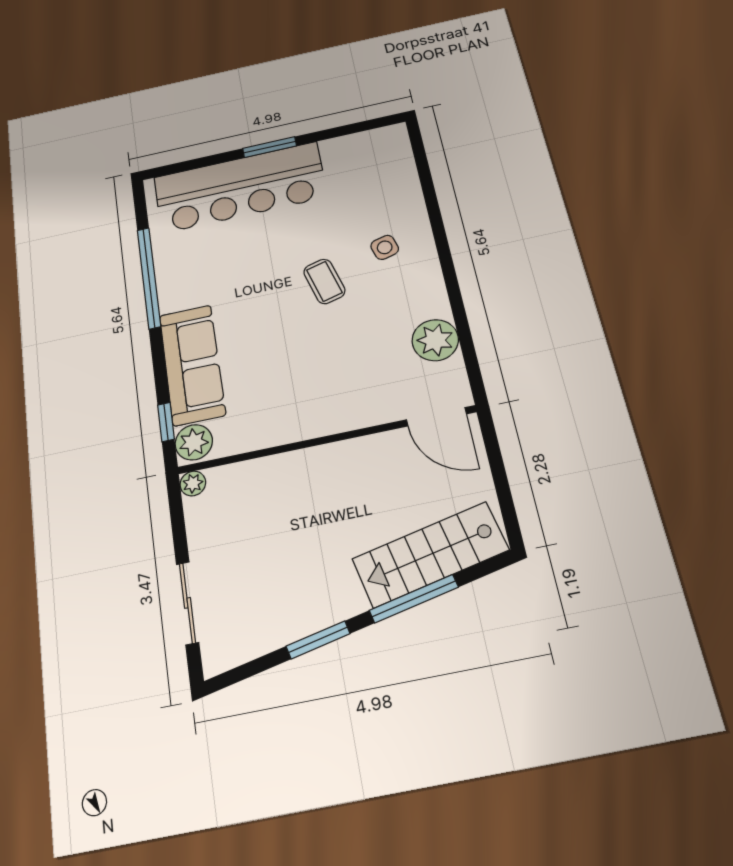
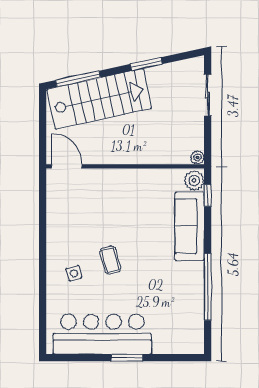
bar counter: (240, 187) -> (102, 334), moved
plant: (435, 340) -> (58, 210), removed
stairs: (430, 554) -> (99, 99), width x1.36, depth x1.51
window: (414, 599) -> (78, 79), moved

